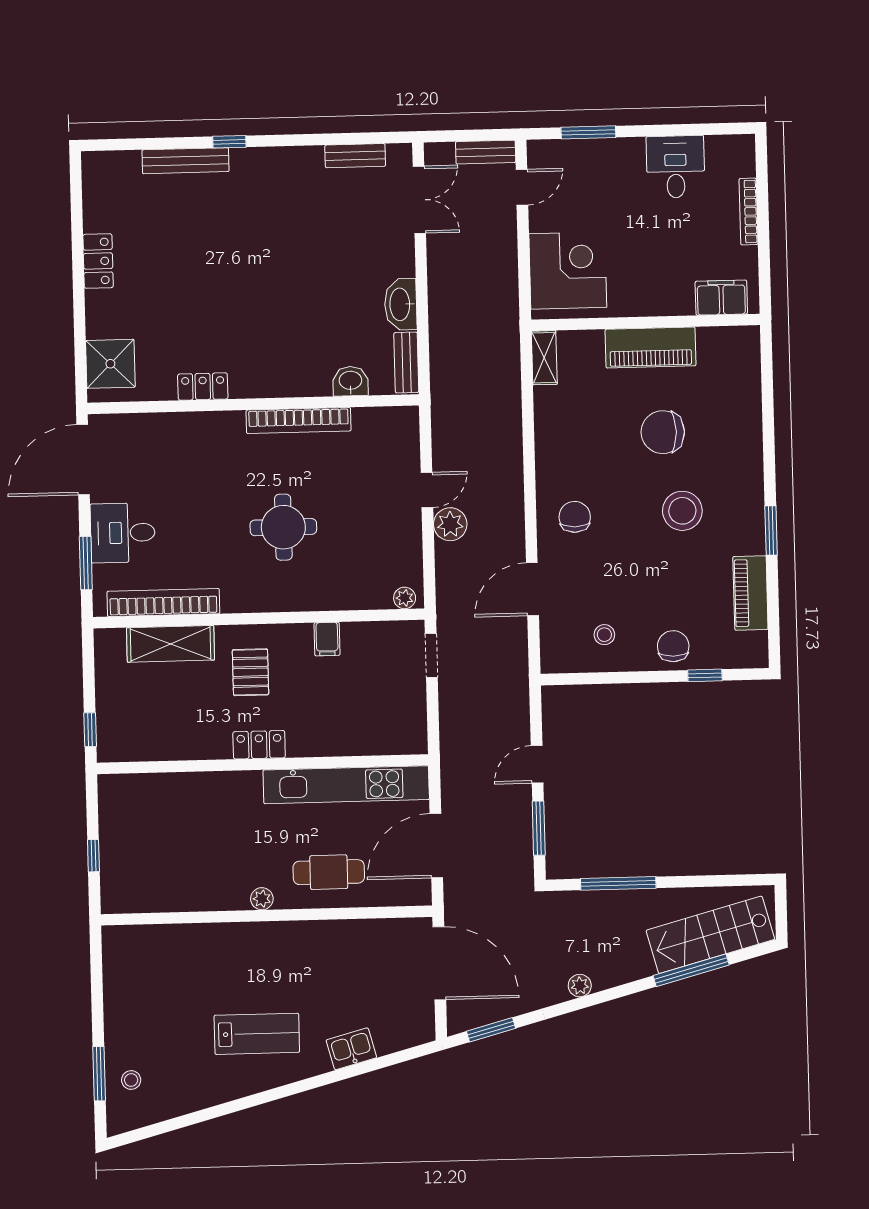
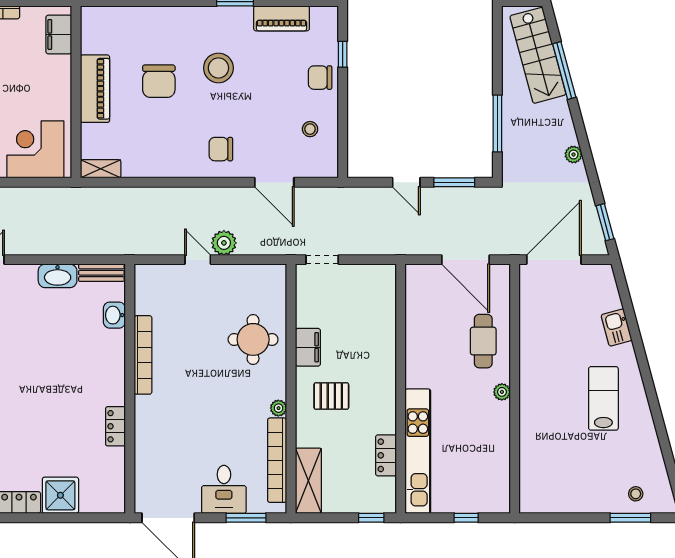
shower: (110, 364) -> (60, 495), moved
round table: (283, 527) -> (253, 339), moved
plant: (405, 598) -> (278, 408), moved
filing cabinet: (327, 639) -> (308, 347), width x2.00
shelving: (171, 644) -> (308, 481), moved
locker: (259, 745) -> (386, 455), moved
kitchen unit: (346, 785) -> (418, 451), moved

